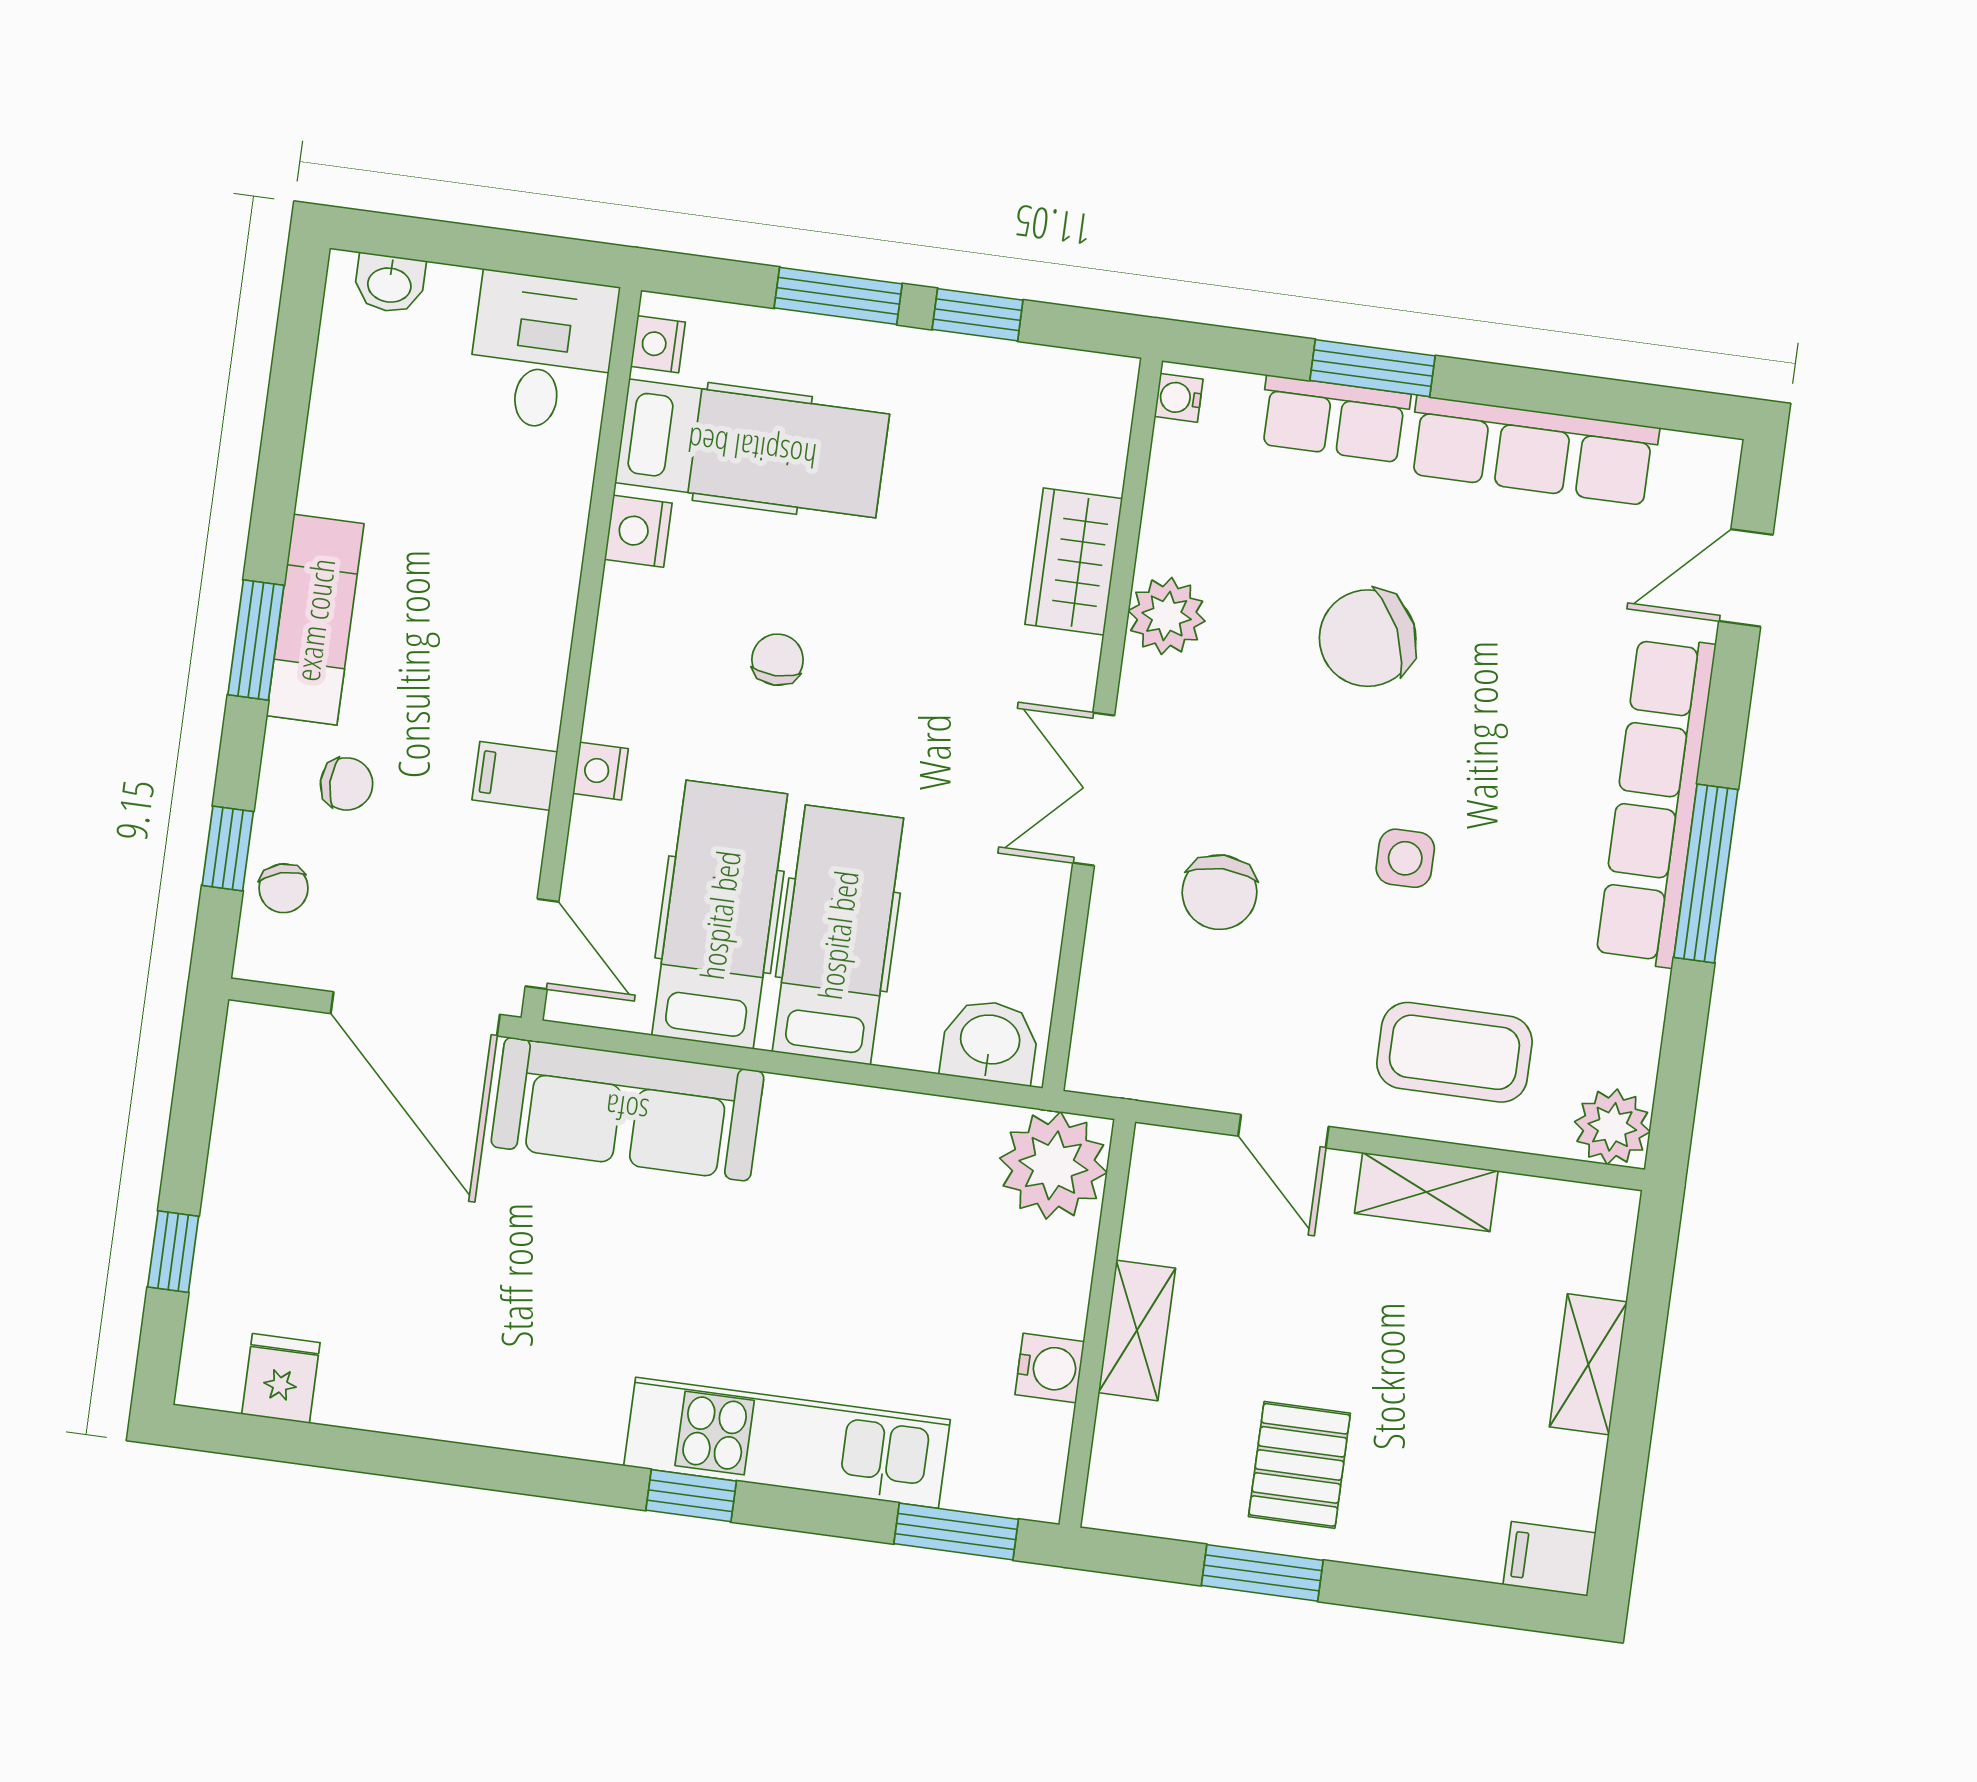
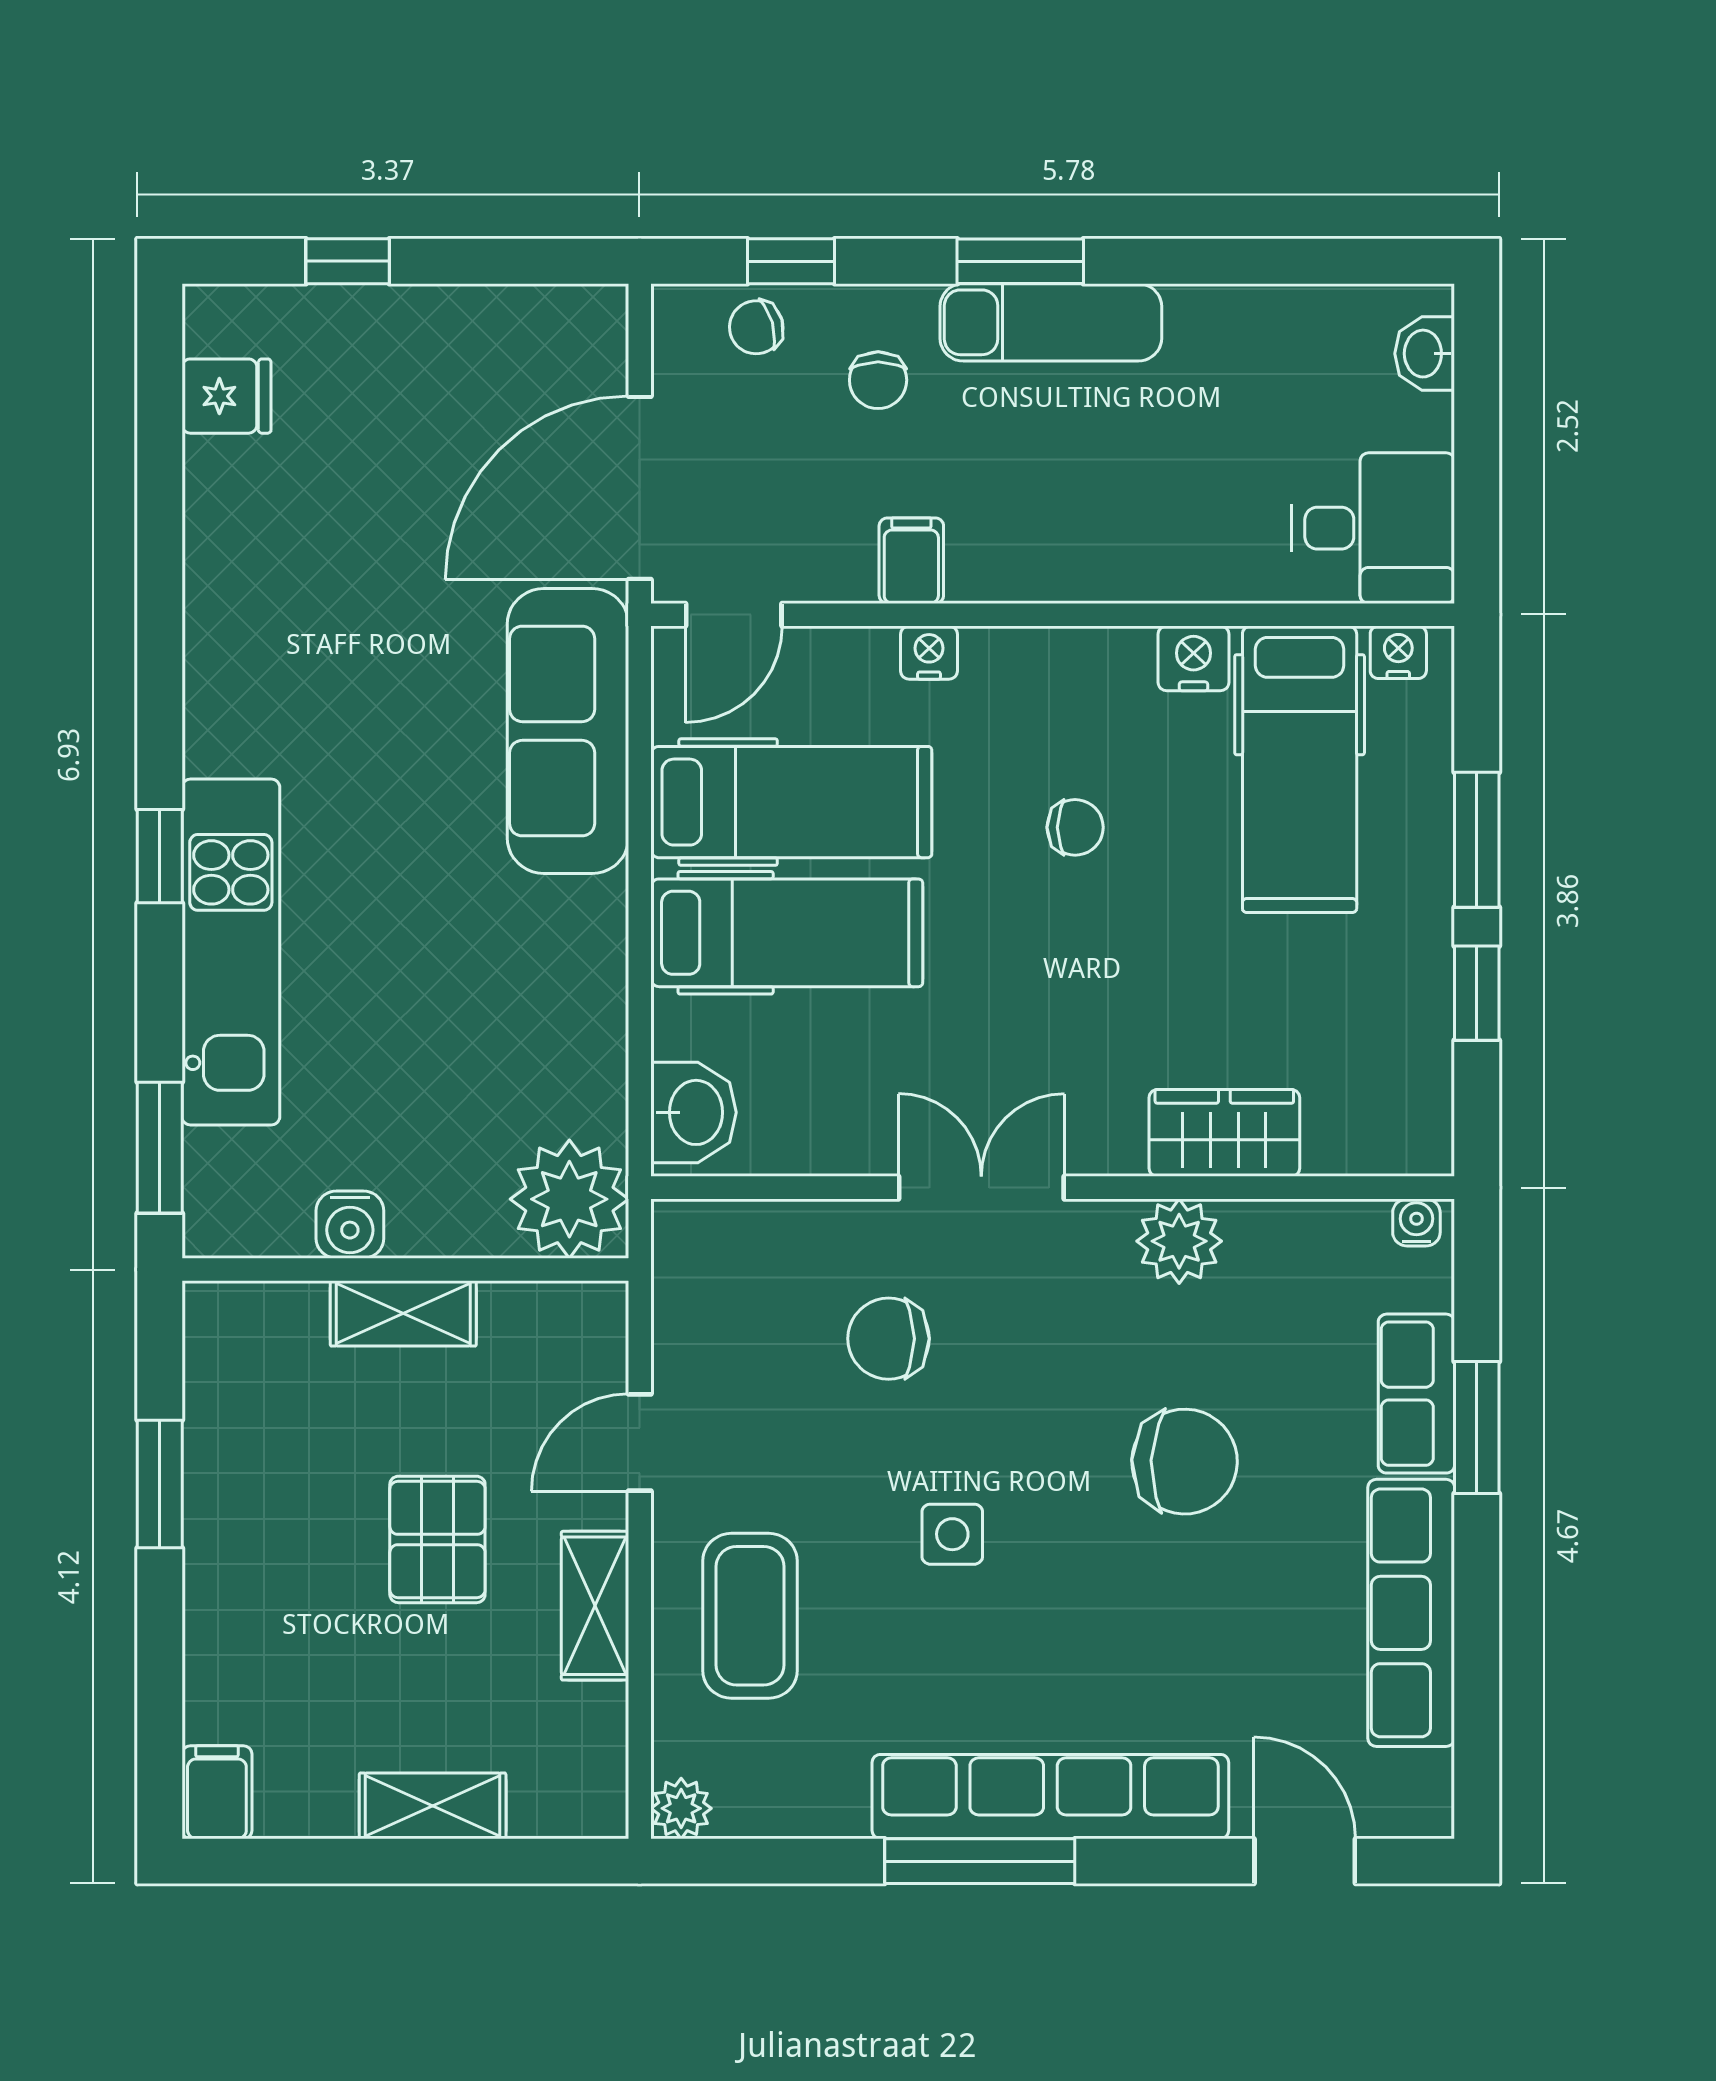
chair: (1368, 638) -> (1185, 1462), turned 117
plant: (1612, 1127) -> (681, 1808), width x0.73, depth x0.73
pallet: (1299, 1465) -> (437, 1539), moved, turned 90

